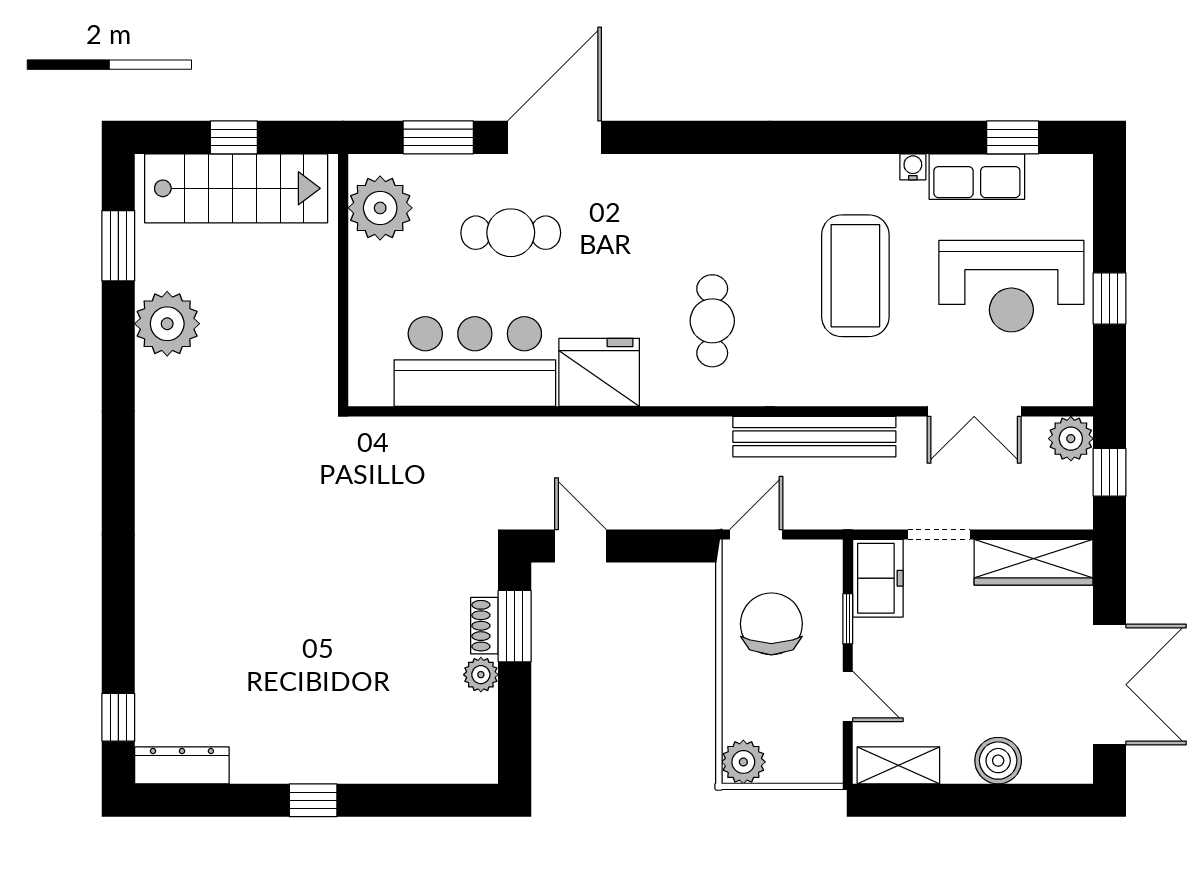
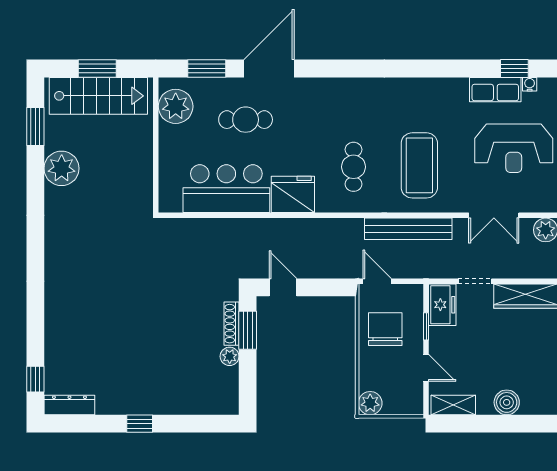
window: (234, 137) -> (97, 69), width x1.50
water cooler: (913, 167) -> (530, 84), moved
coffee table: (855, 276) -> (419, 165), moved
door: (756, 534) -> (377, 281), hinge flipped
shoe rack: (484, 626) -> (231, 324), width x1.43

